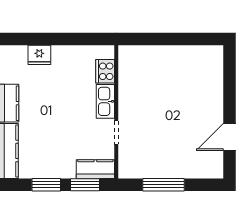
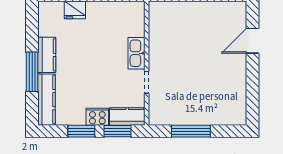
cooker: (105, 71) -> (97, 117), moved, turned 90
door: (229, 137) -> (253, 41), moved

